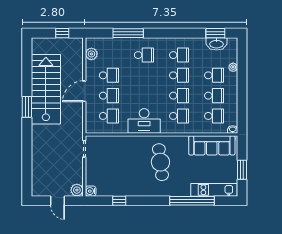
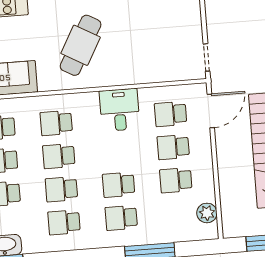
school desk: (144, 75) -> (119, 185), added
door: (84, 91) -> (211, 111), moved
desk: (144, 121) -> (120, 110), width x0.73
cafe table: (160, 162) -> (81, 45), turned 36

